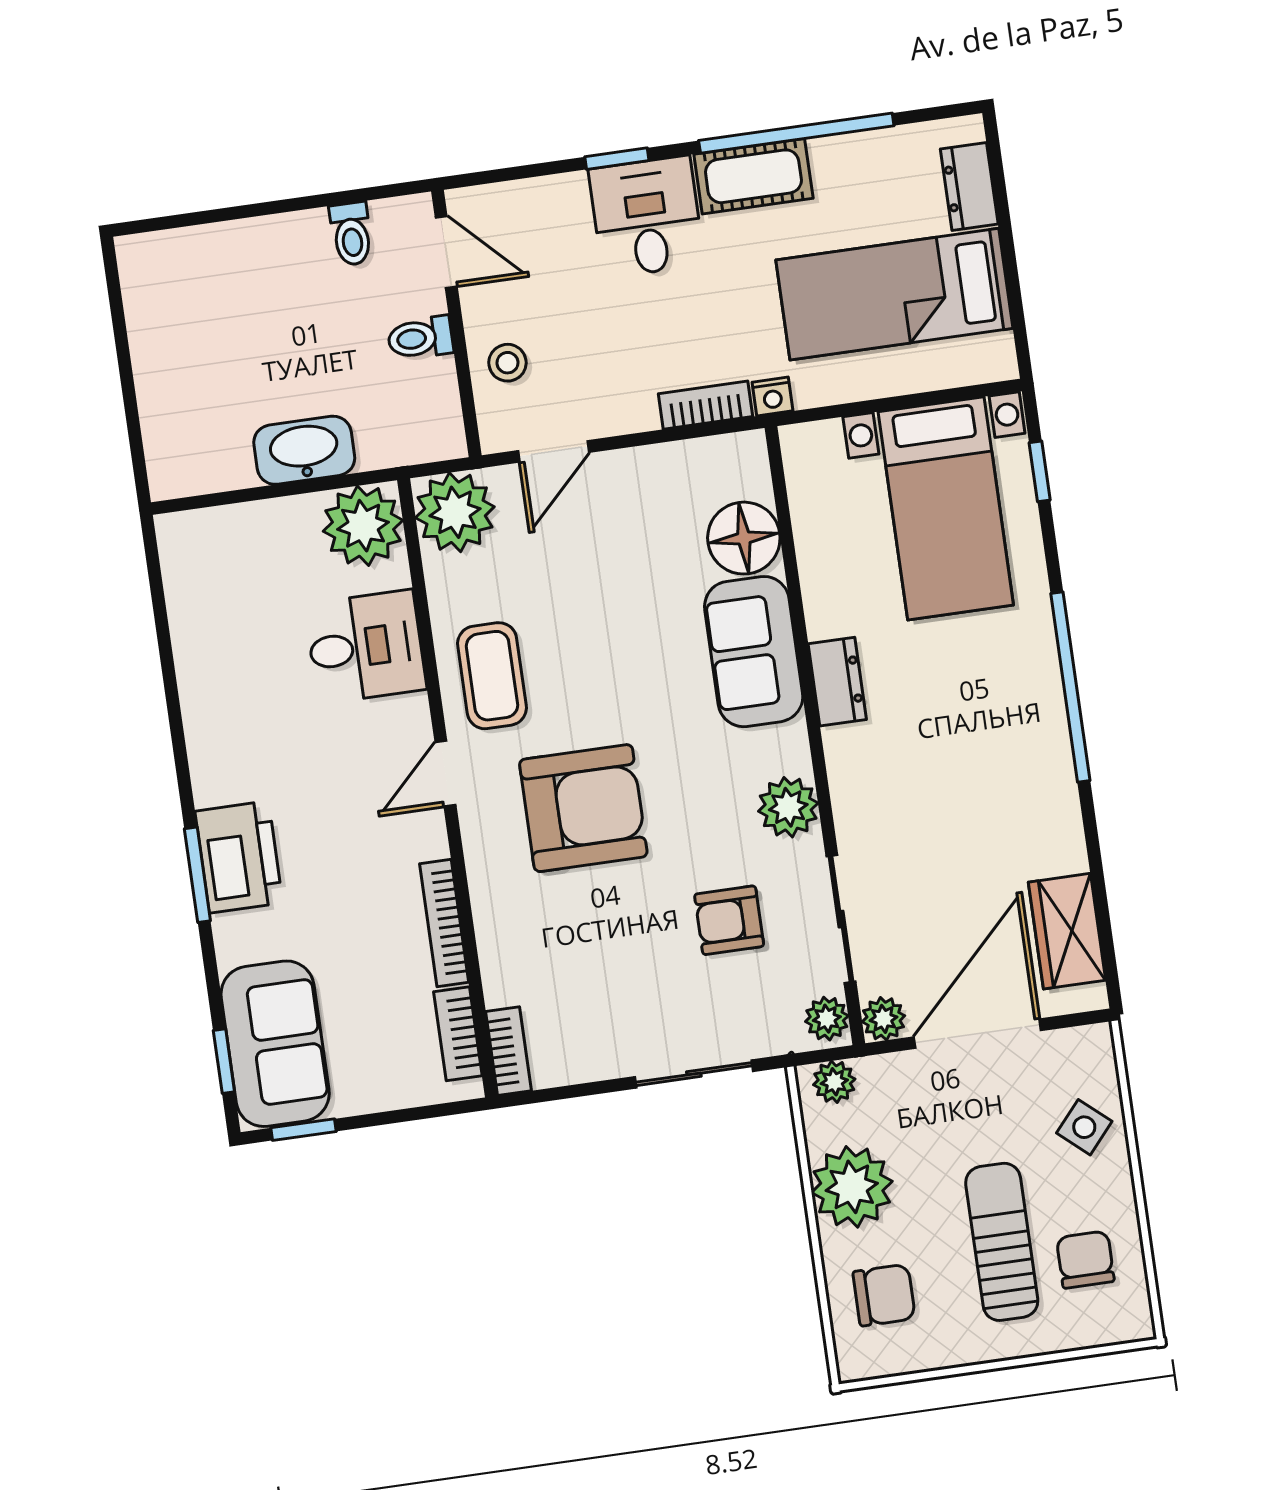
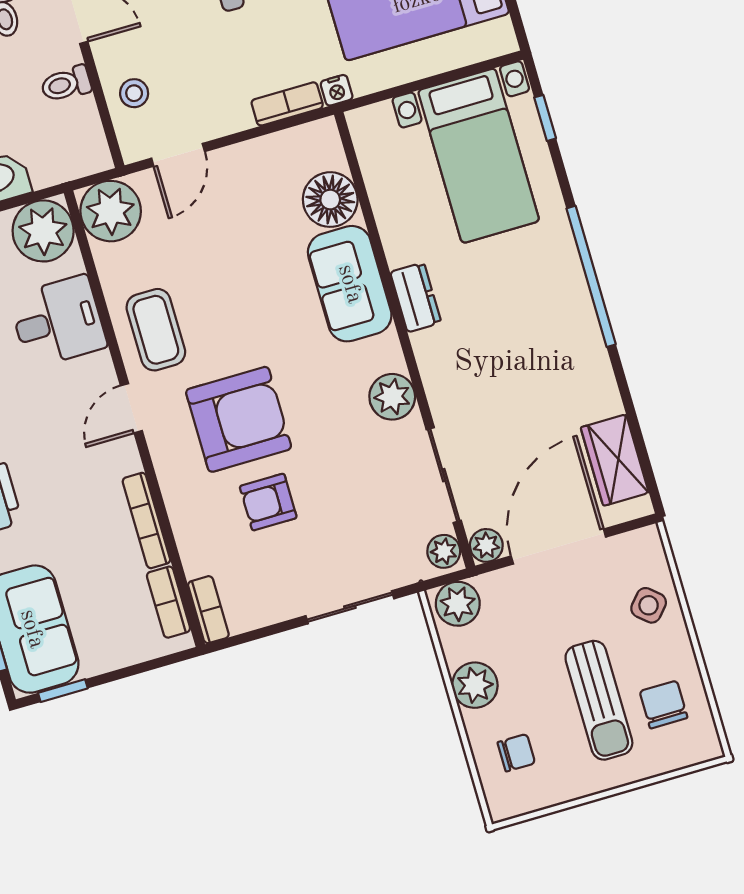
armchair: (729, 920) -> (268, 502), moved
plant: (834, 1082) -> (458, 604), width x1.38, depth x1.38
plant: (852, 1187) -> (475, 685), width x0.73, depth x0.73
sun lounger: (1002, 1242) -> (599, 700), turned 180
chair: (884, 1295) -> (516, 753), width x0.73, depth x0.73

